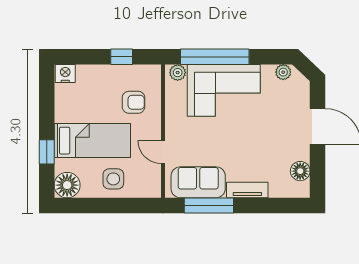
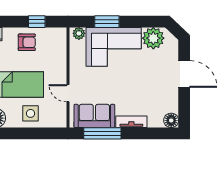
window: (215, 57) -> (107, 22), width x0.47
plant: (283, 72) -> (153, 38), width x1.88, depth x1.88
armchair: (134, 102) -> (27, 42), moved
floor lamp: (300, 171) -> (171, 120), moved

